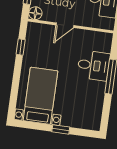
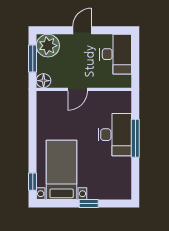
window: (21, 47) -> (33, 182), moved
desk: (94, 66) -> (115, 135), width x1.37

